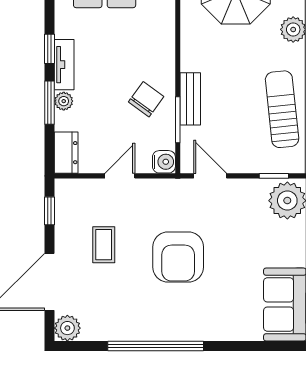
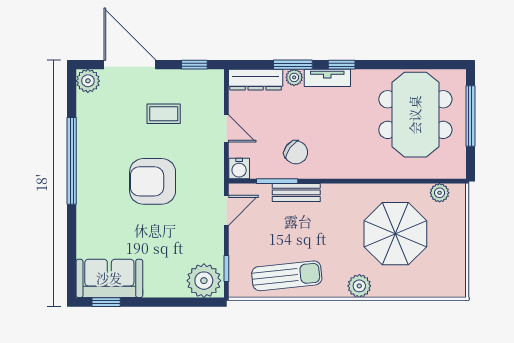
dresser: (66, 153) -> (256, 80), width x1.44

